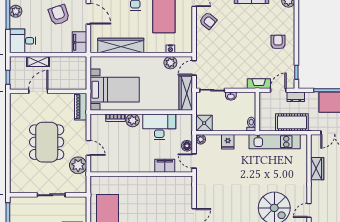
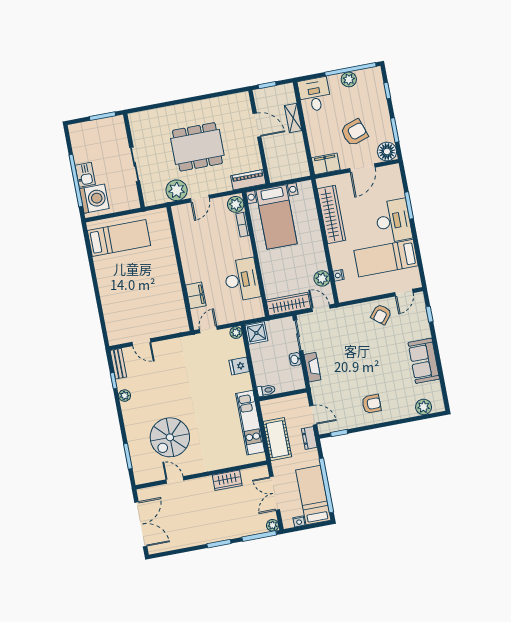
fireplace: (259, 84) -> (312, 367), moved
plant: (133, 120) -> (236, 204), moved
floor lamp: (187, 146) -> (225, 317), removed

